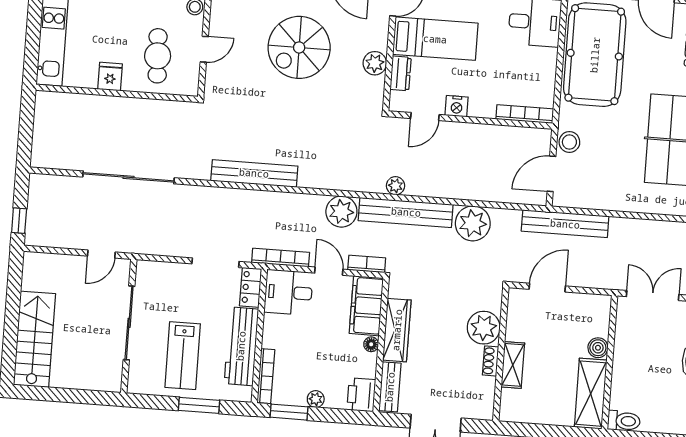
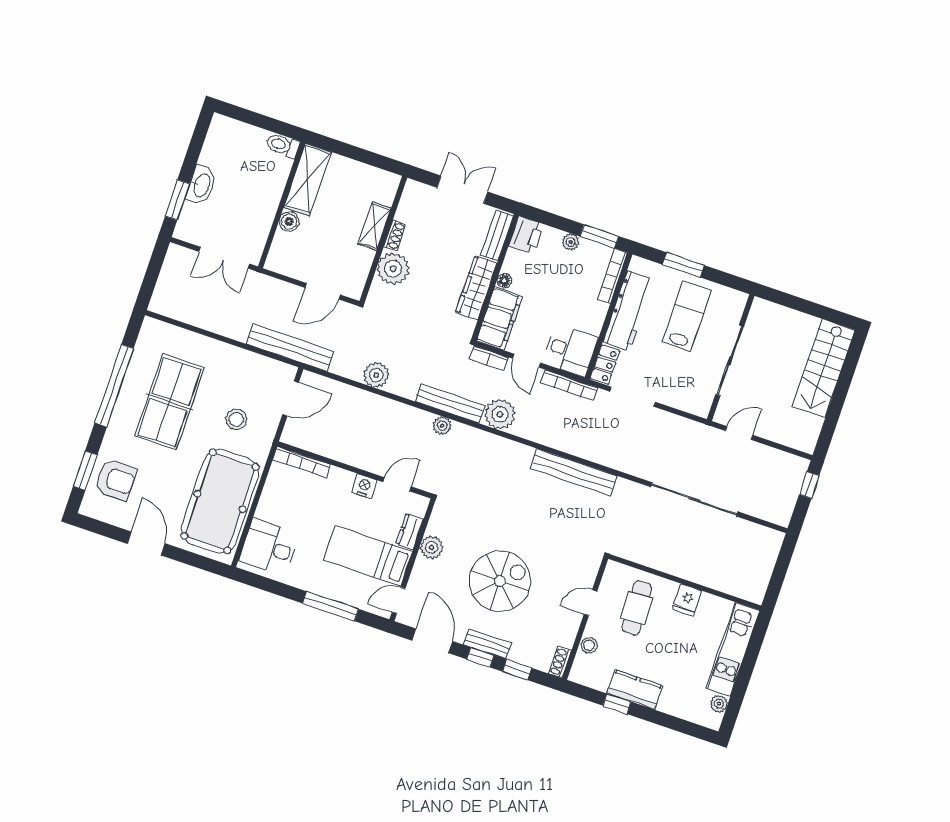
stool: (569, 142) -> (236, 419), moved
bench: (406, 212) -> (450, 404), width x0.73, depth x0.82
plant: (473, 223) -> (376, 375), width x0.73, depth x0.73

